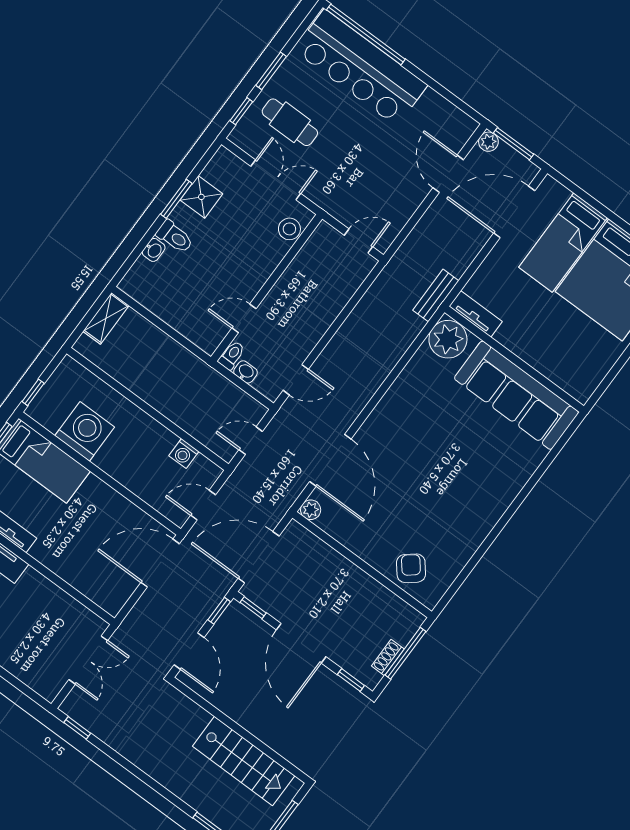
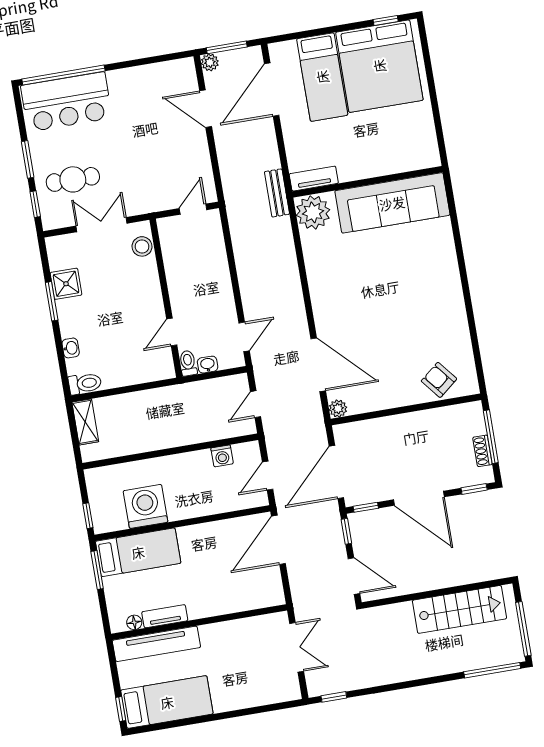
bar counter: (361, 68) -> (66, 102), width x0.73
toilet: (175, 237) -> (85, 383), moved

